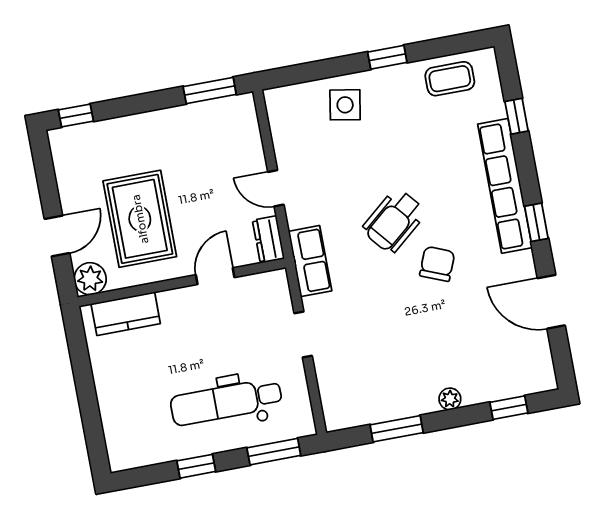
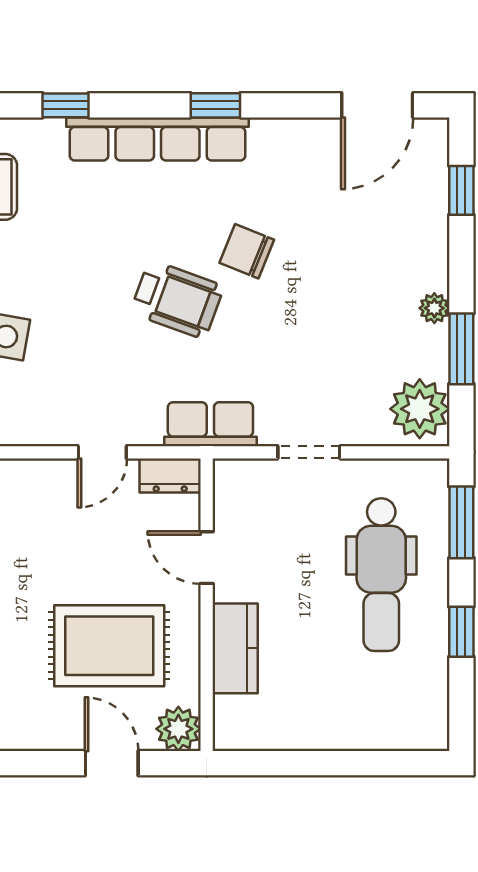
wheelchair: (394, 221) -> (177, 299), turned -30
door: (551, 302) -> (377, 105), moved
kitchen counter: (126, 314) -> (235, 648), moved
plant: (450, 399) -> (434, 308), moved
plant: (349, 407) -> (420, 409), added

